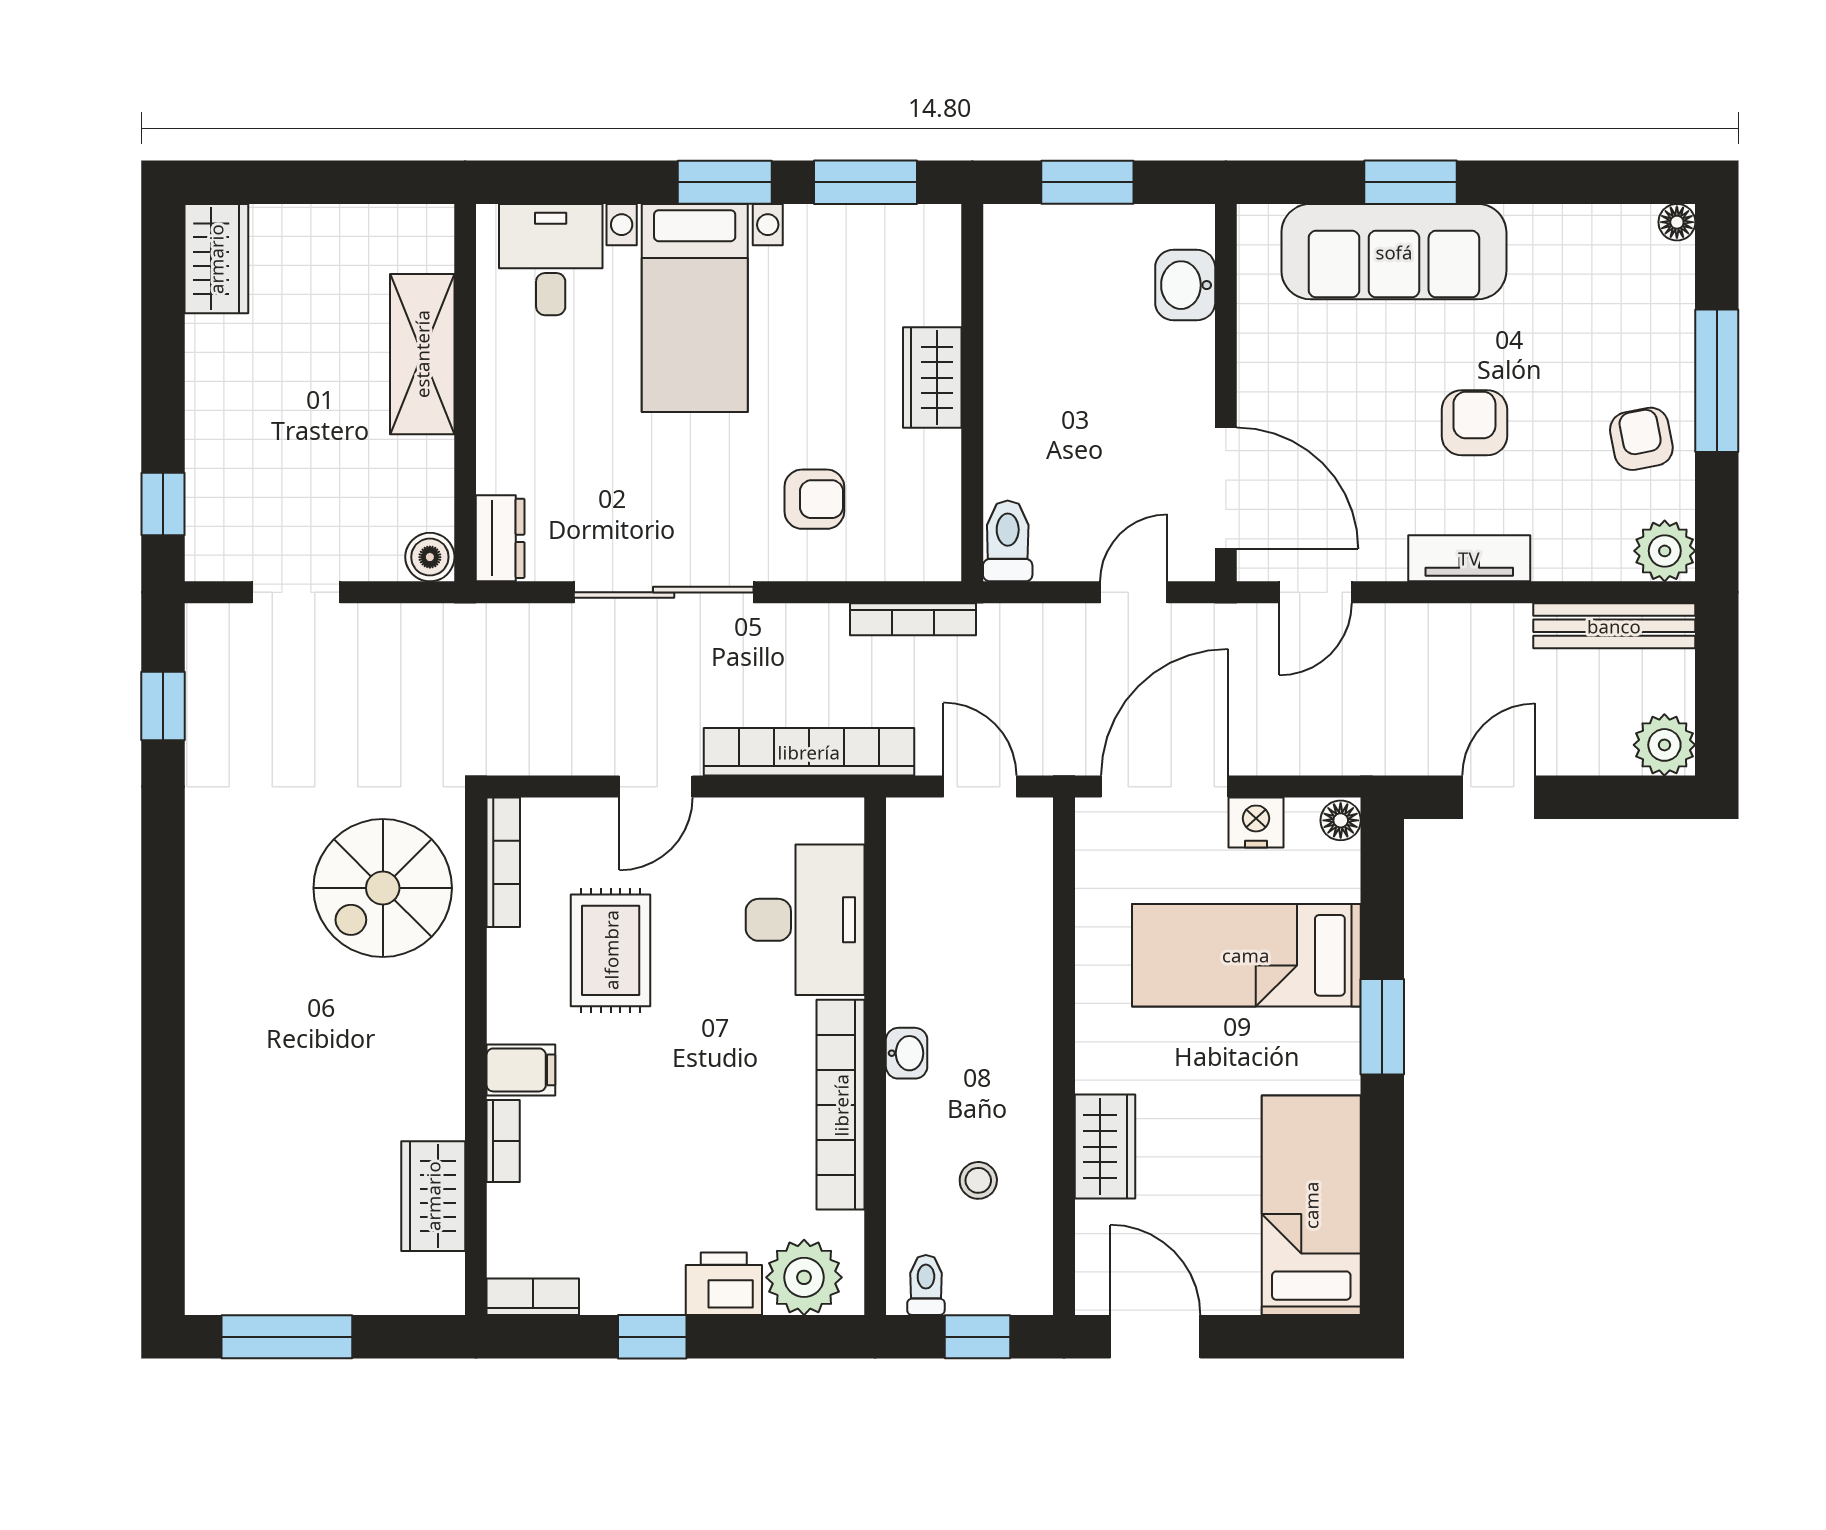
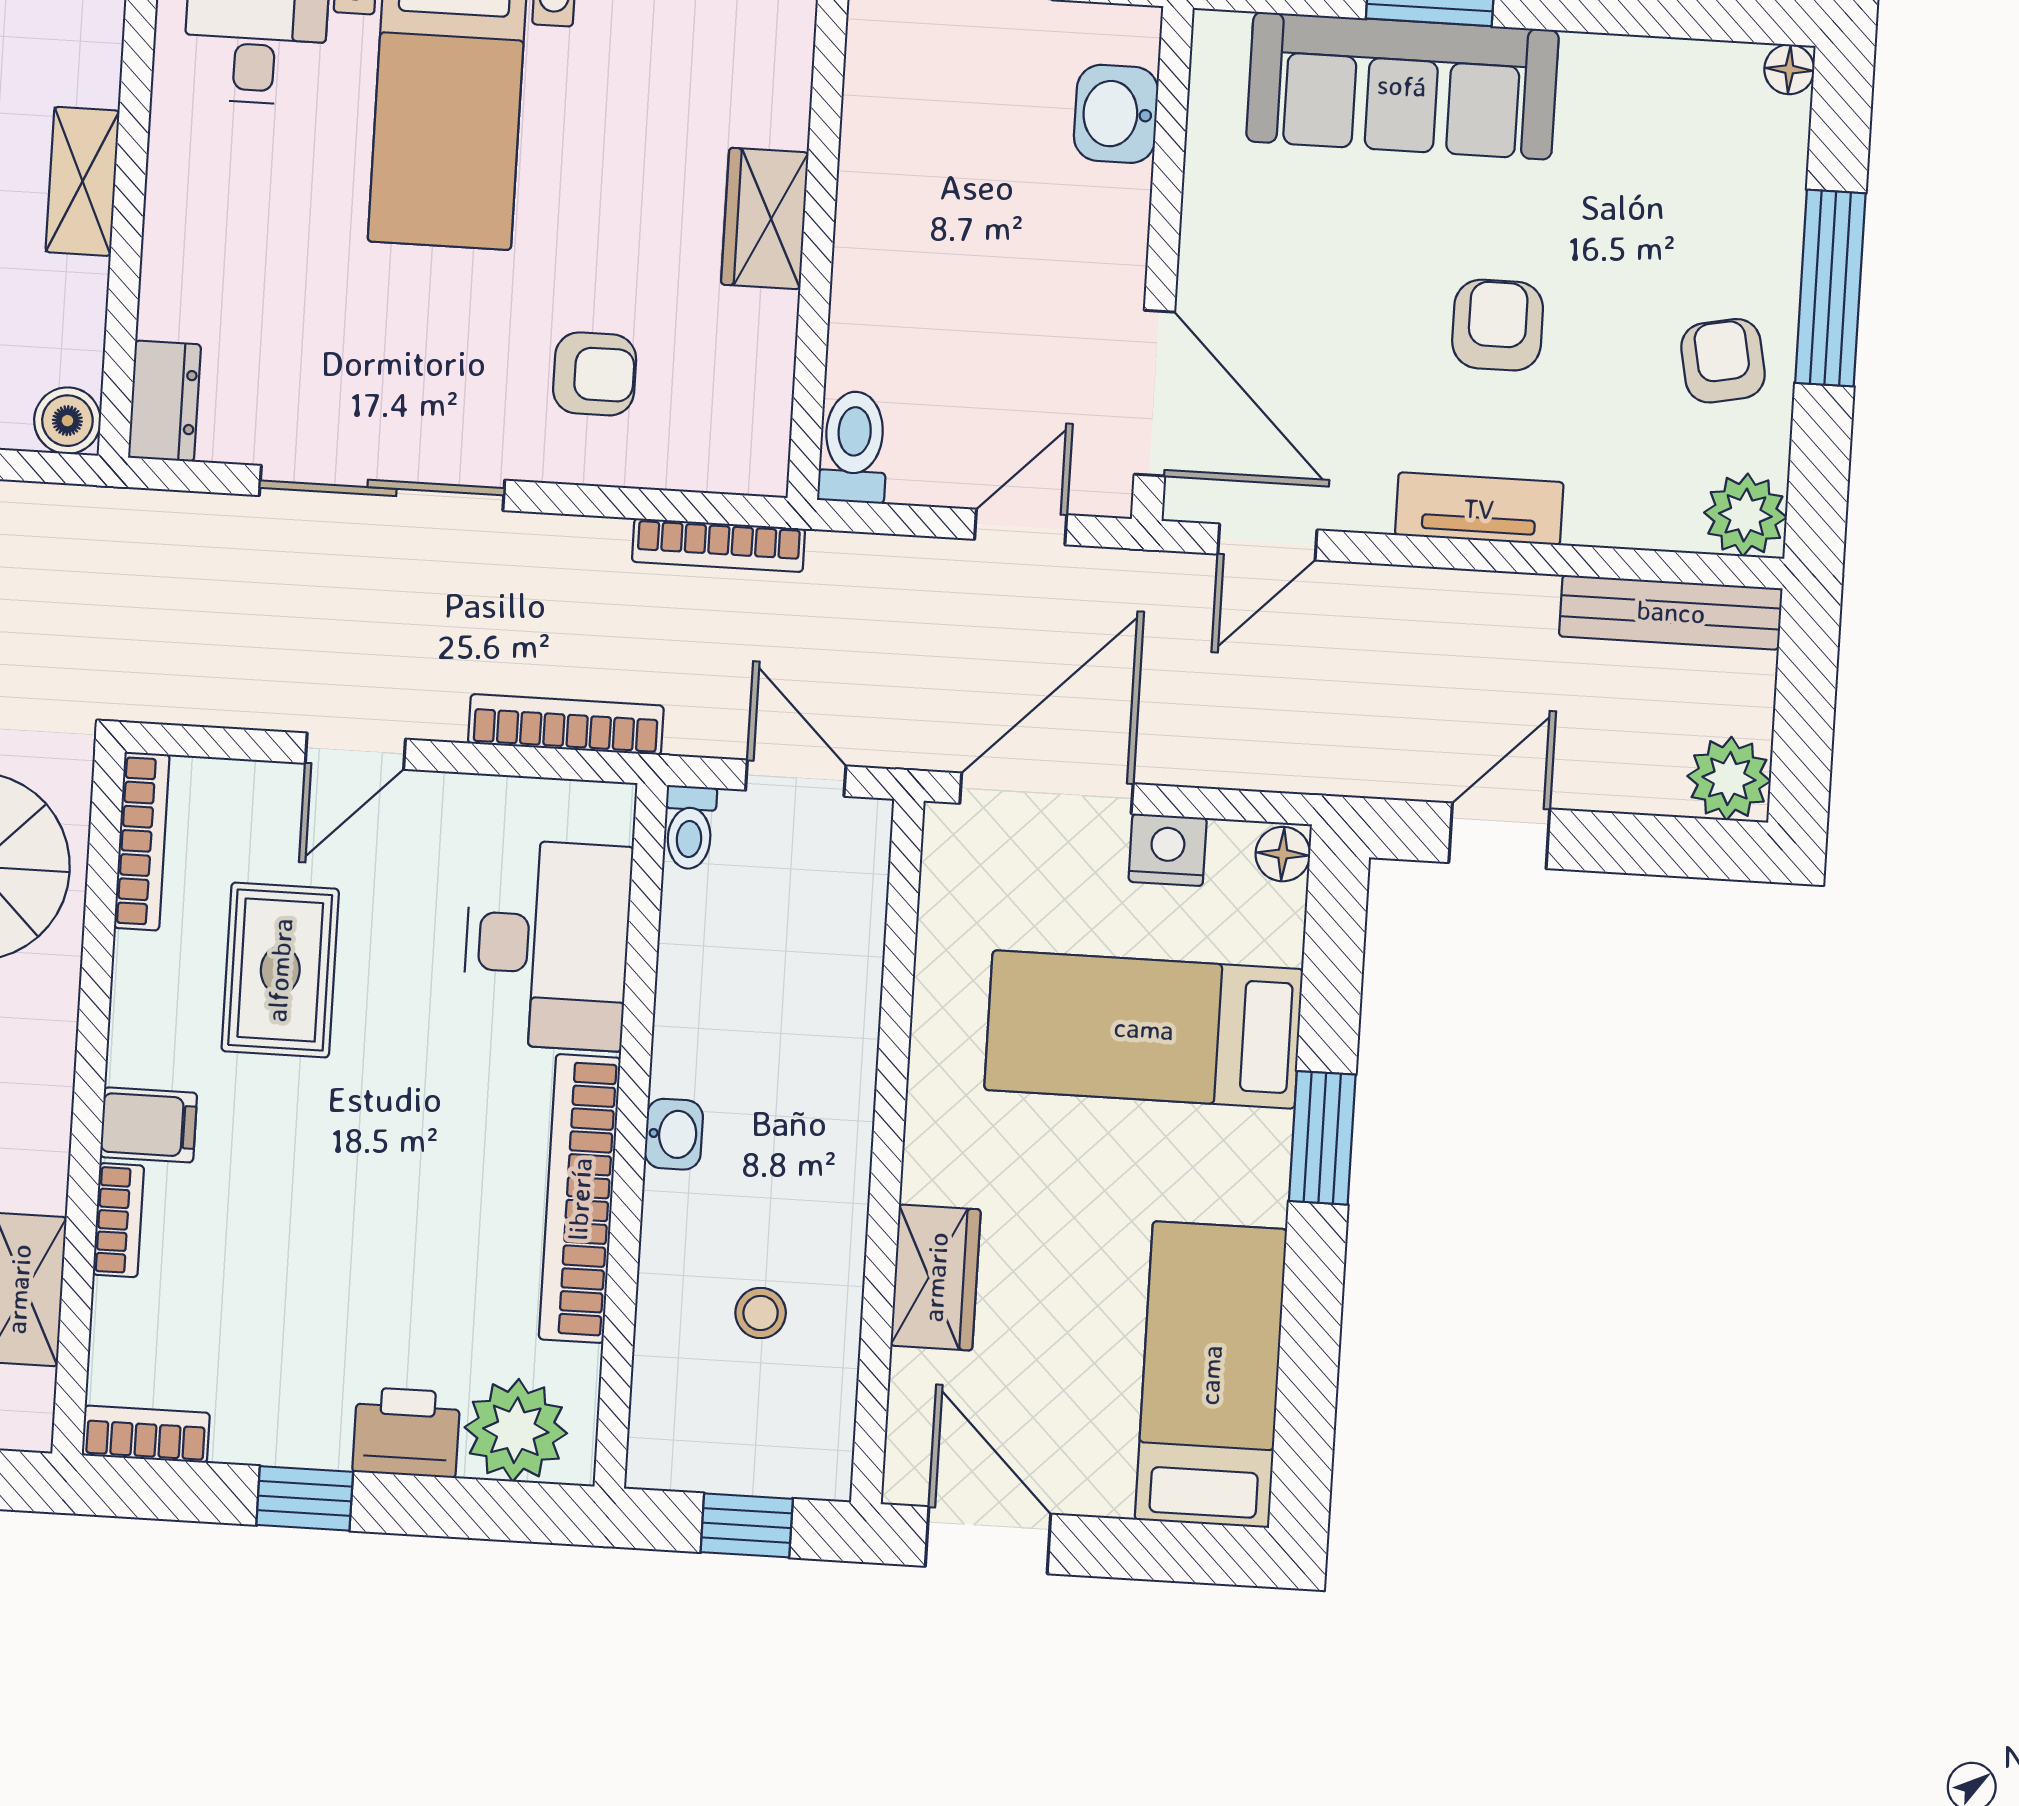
shelving: (422, 354) -> (83, 181), width x0.67, depth x0.75
bookcase: (809, 752) -> (566, 724), width x0.68, depth x0.76
toilet: (926, 1285) -> (690, 828), moved, turned 180

